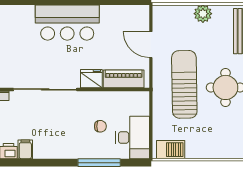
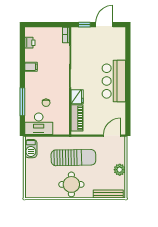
door: (151, 45) -> (112, 136), moved
filing cabinet: (25, 149) -> (31, 67), moved

